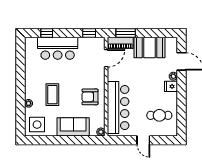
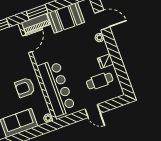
fridge: (171, 86) -> (105, 61), moved

